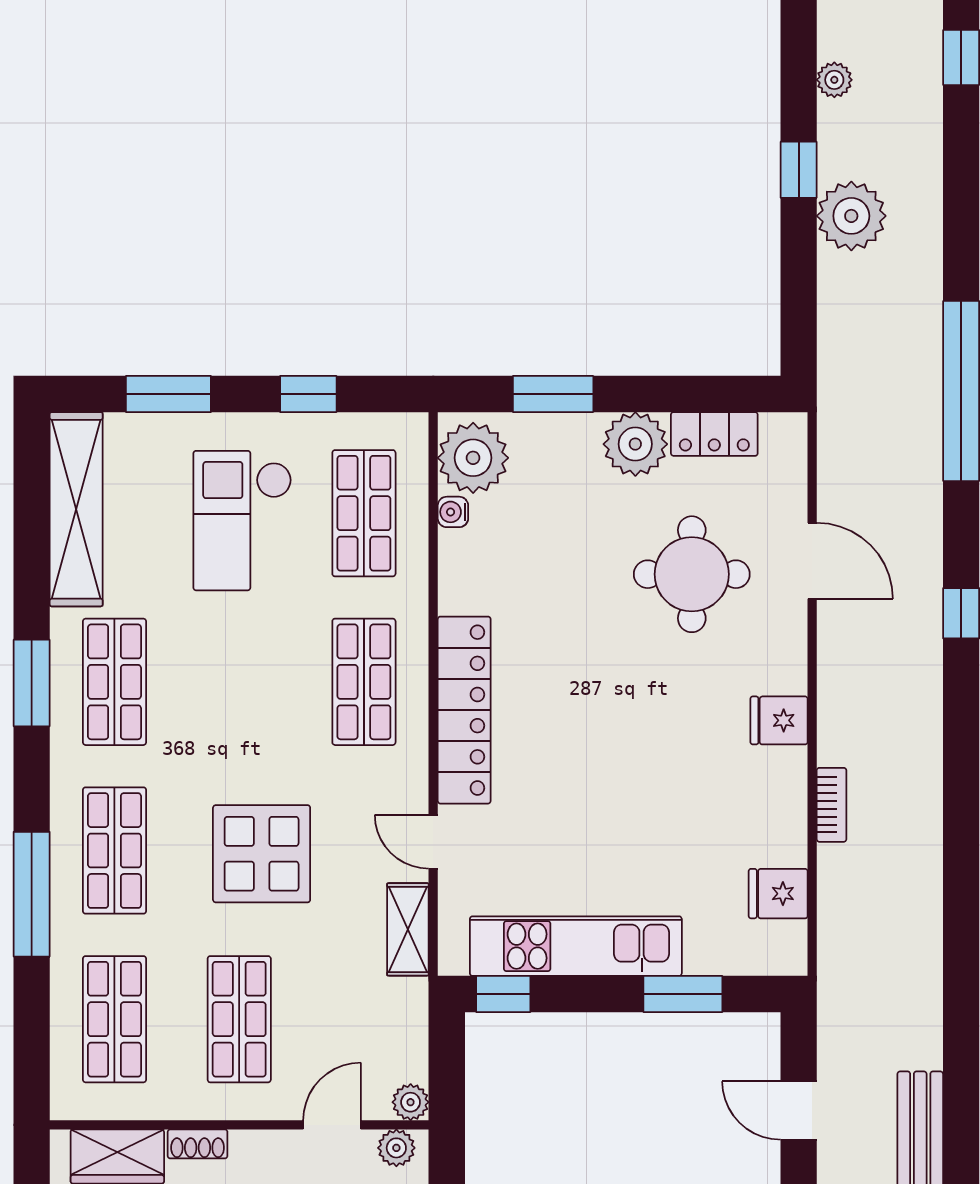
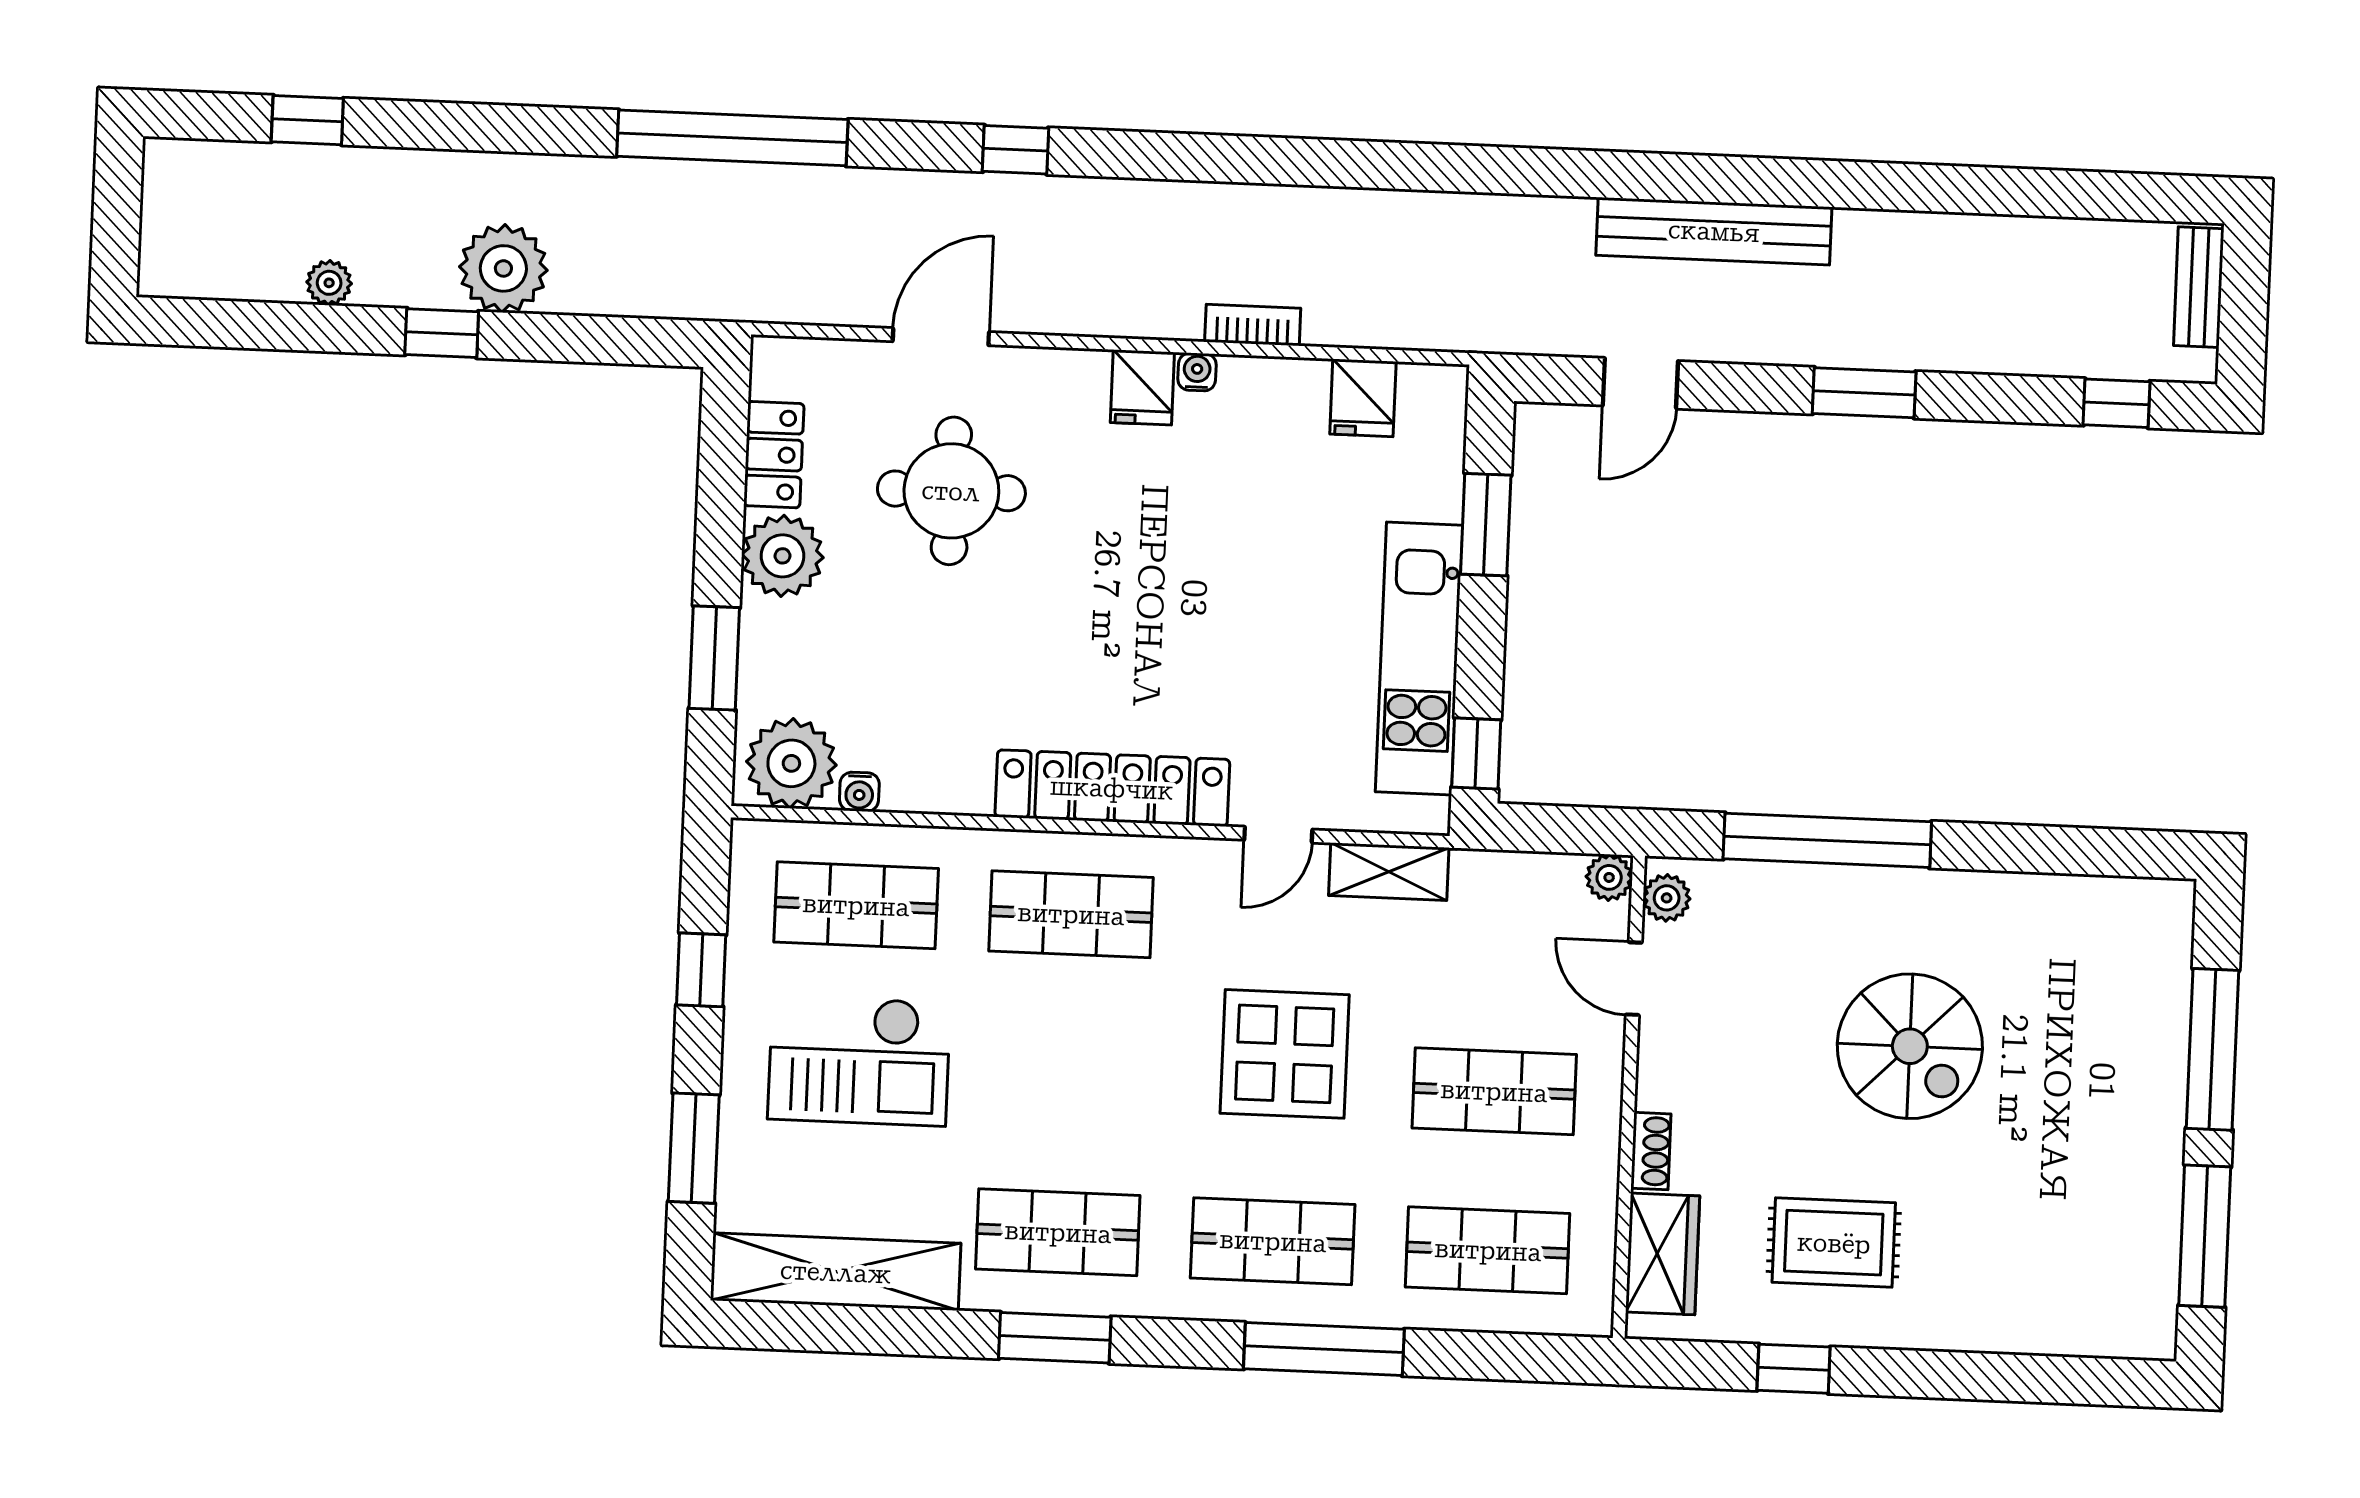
water cooler: (793, 763) -> (1197, 372), added

